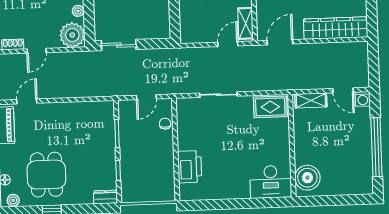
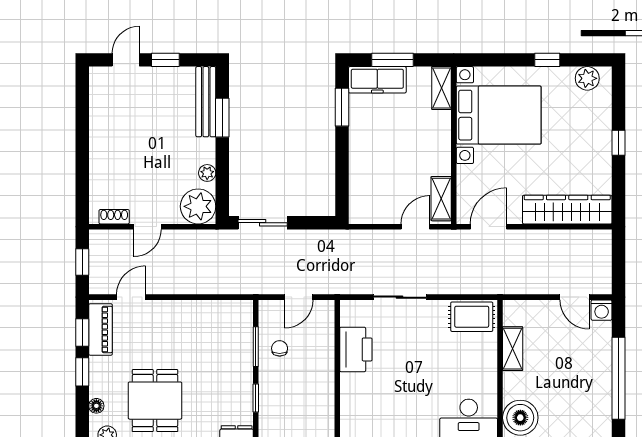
shelving: (311, 100) -> (513, 349), moved, turned 90
chair: (165, 124) -> (280, 348), moved
printer: (190, 167) -> (356, 349), moved

